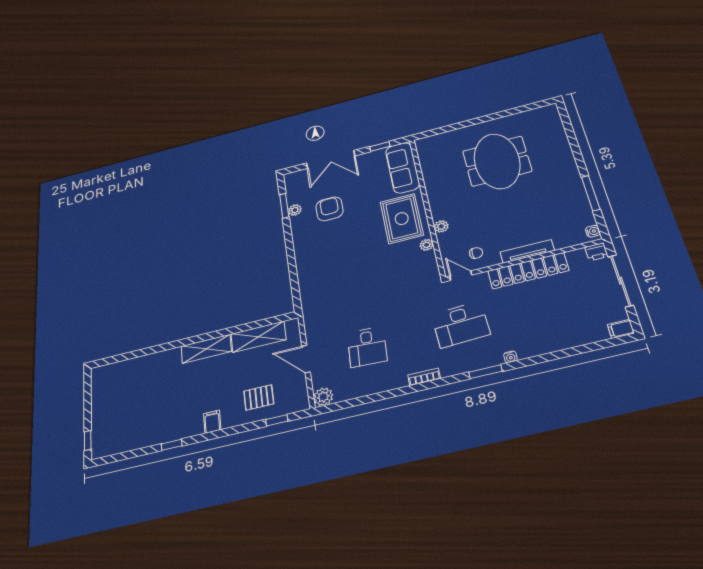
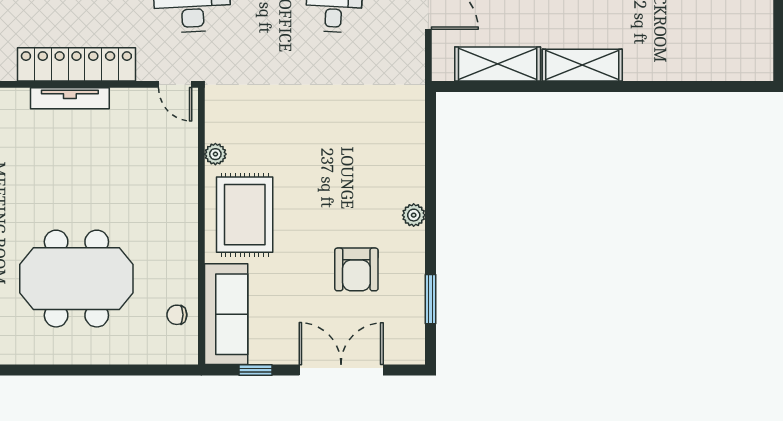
meeting table: (497, 161) -> (76, 279), turned 90
plant: (295, 210) -> (414, 215), moved
plant: (441, 226) -> (187, 181), removed
chair: (476, 253) -> (177, 315), moved

